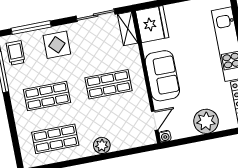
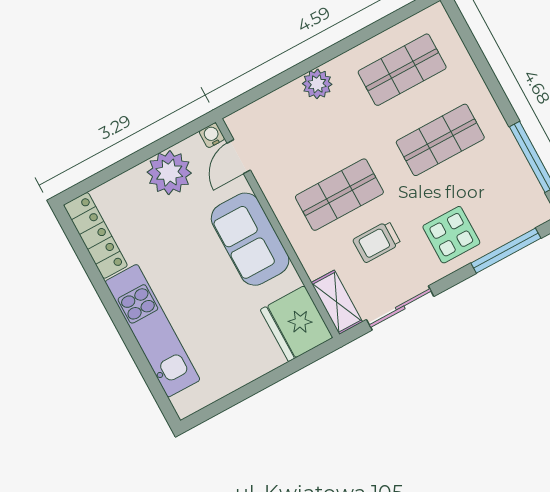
trolley: (16, 53) -> (377, 242), moved, turned 90
plant: (206, 121) -> (169, 173), moved

